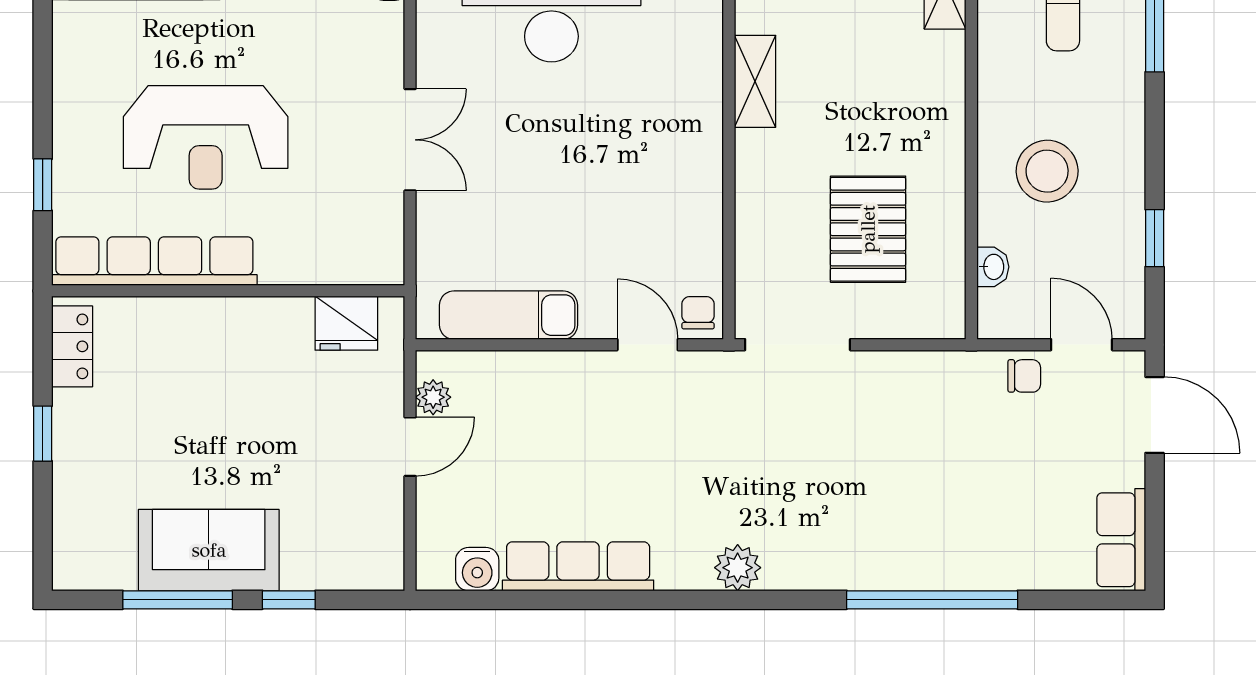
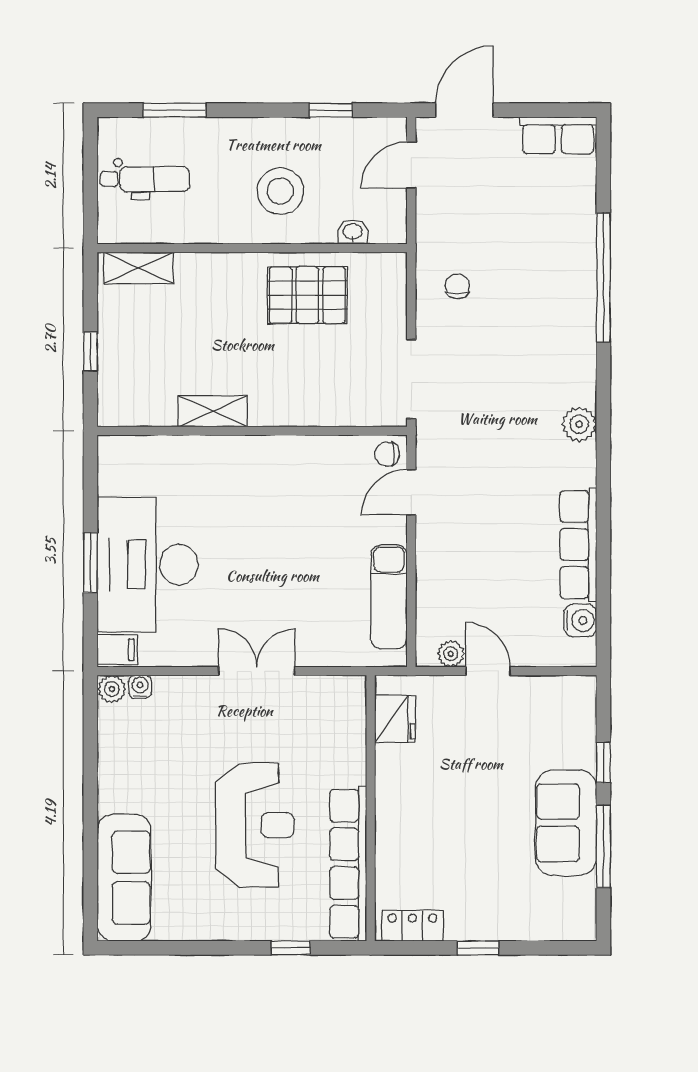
pallet: (868, 229) -> (307, 295), moved
chair: (1024, 376) -> (457, 286), moved

